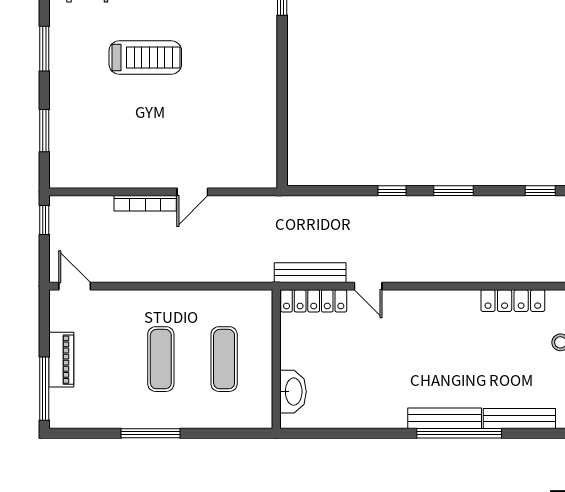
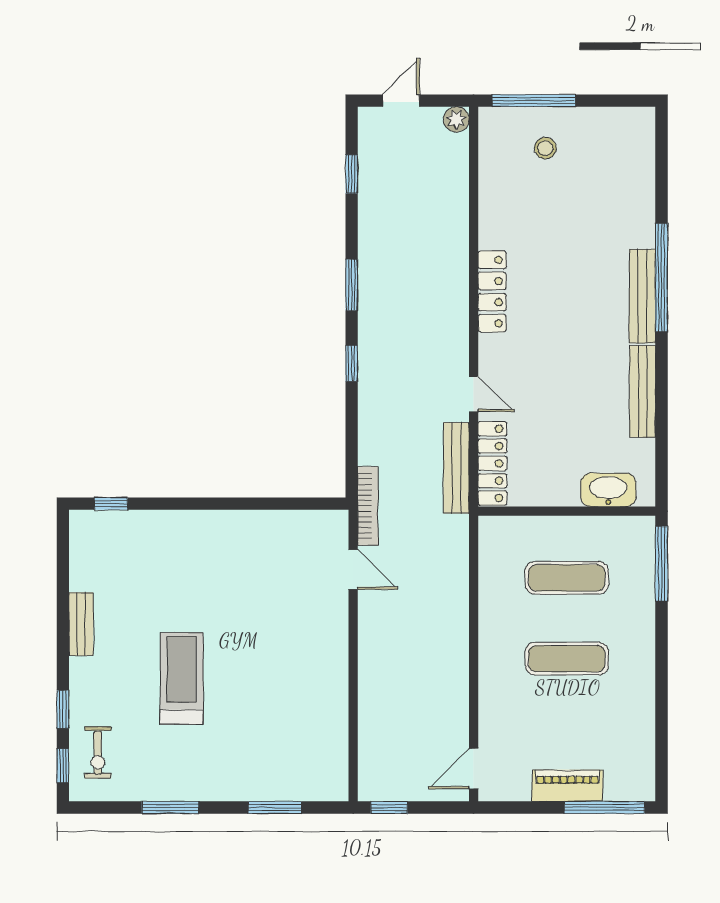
door: (192, 192) -> (353, 570), moved
bookcase: (145, 203) -> (368, 506), moved
door: (368, 286) -> (474, 394), hinge flipped
locker: (513, 301) -> (492, 292), moved
bench: (519, 418) -> (643, 391), moved
window: (150, 433) -> (662, 564), moved

